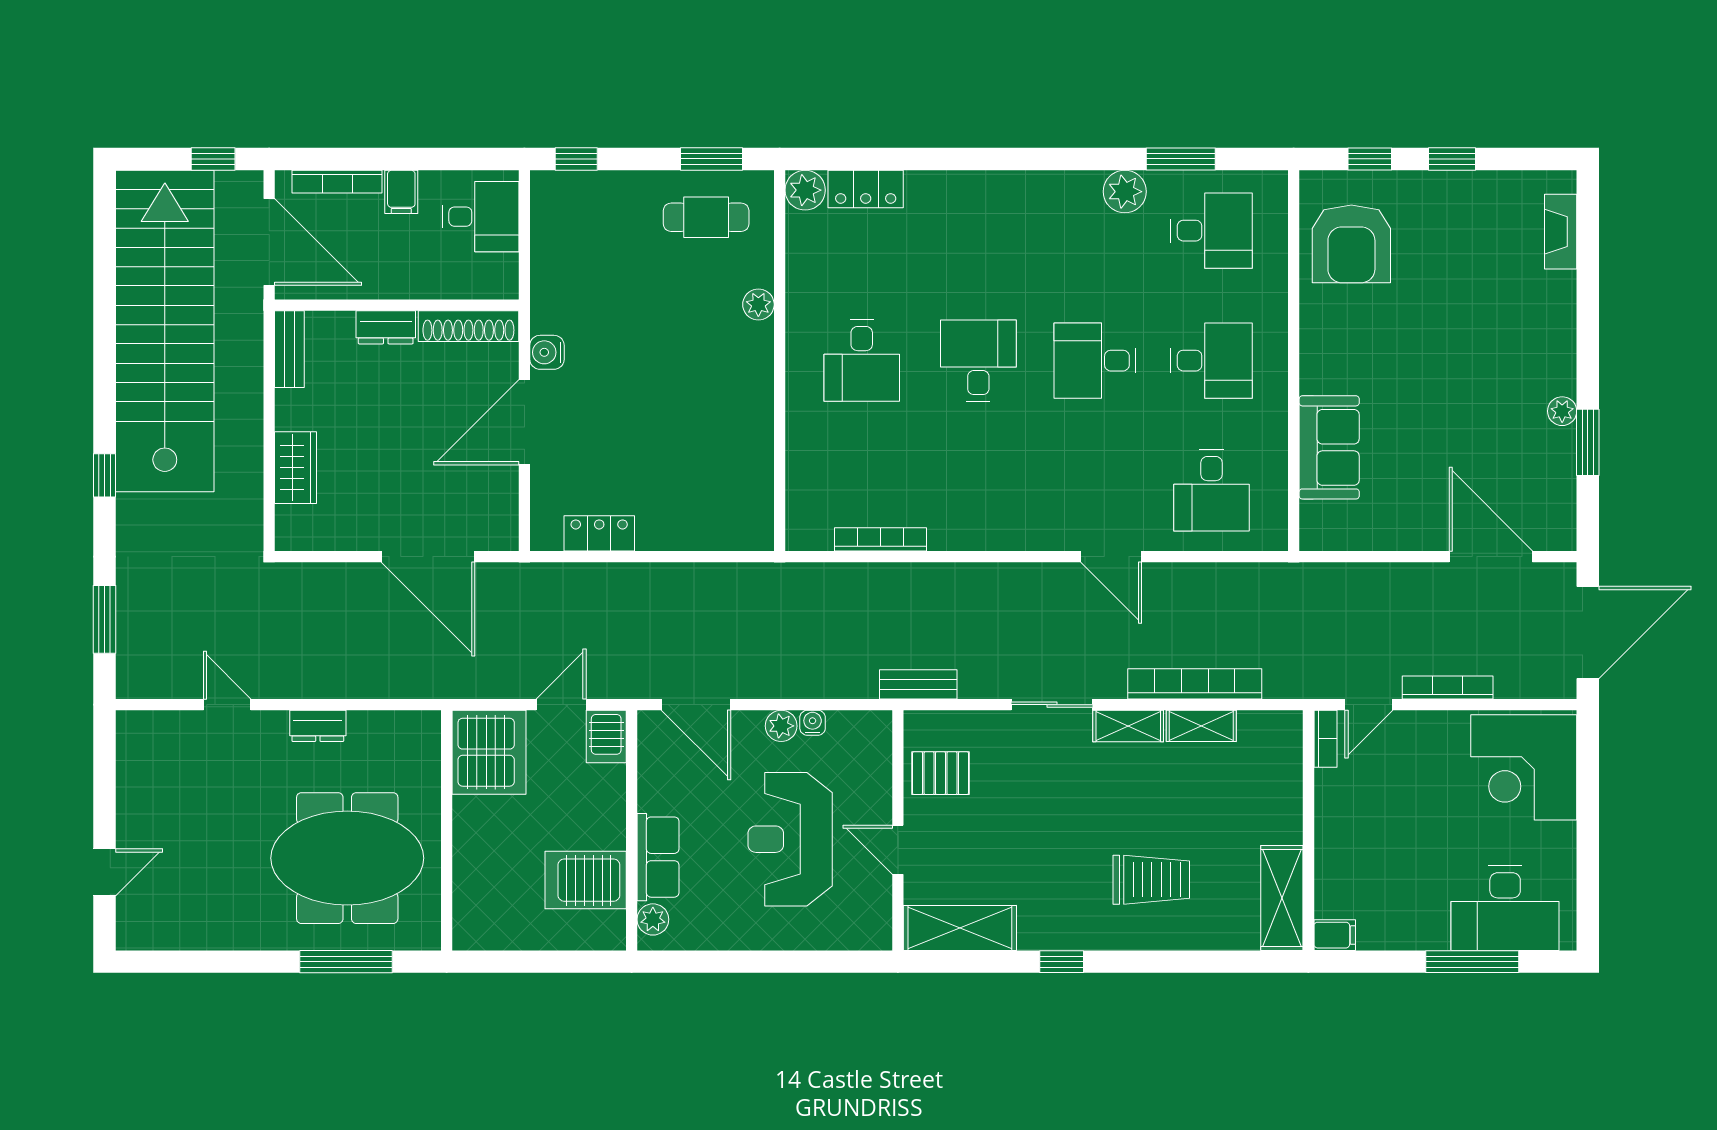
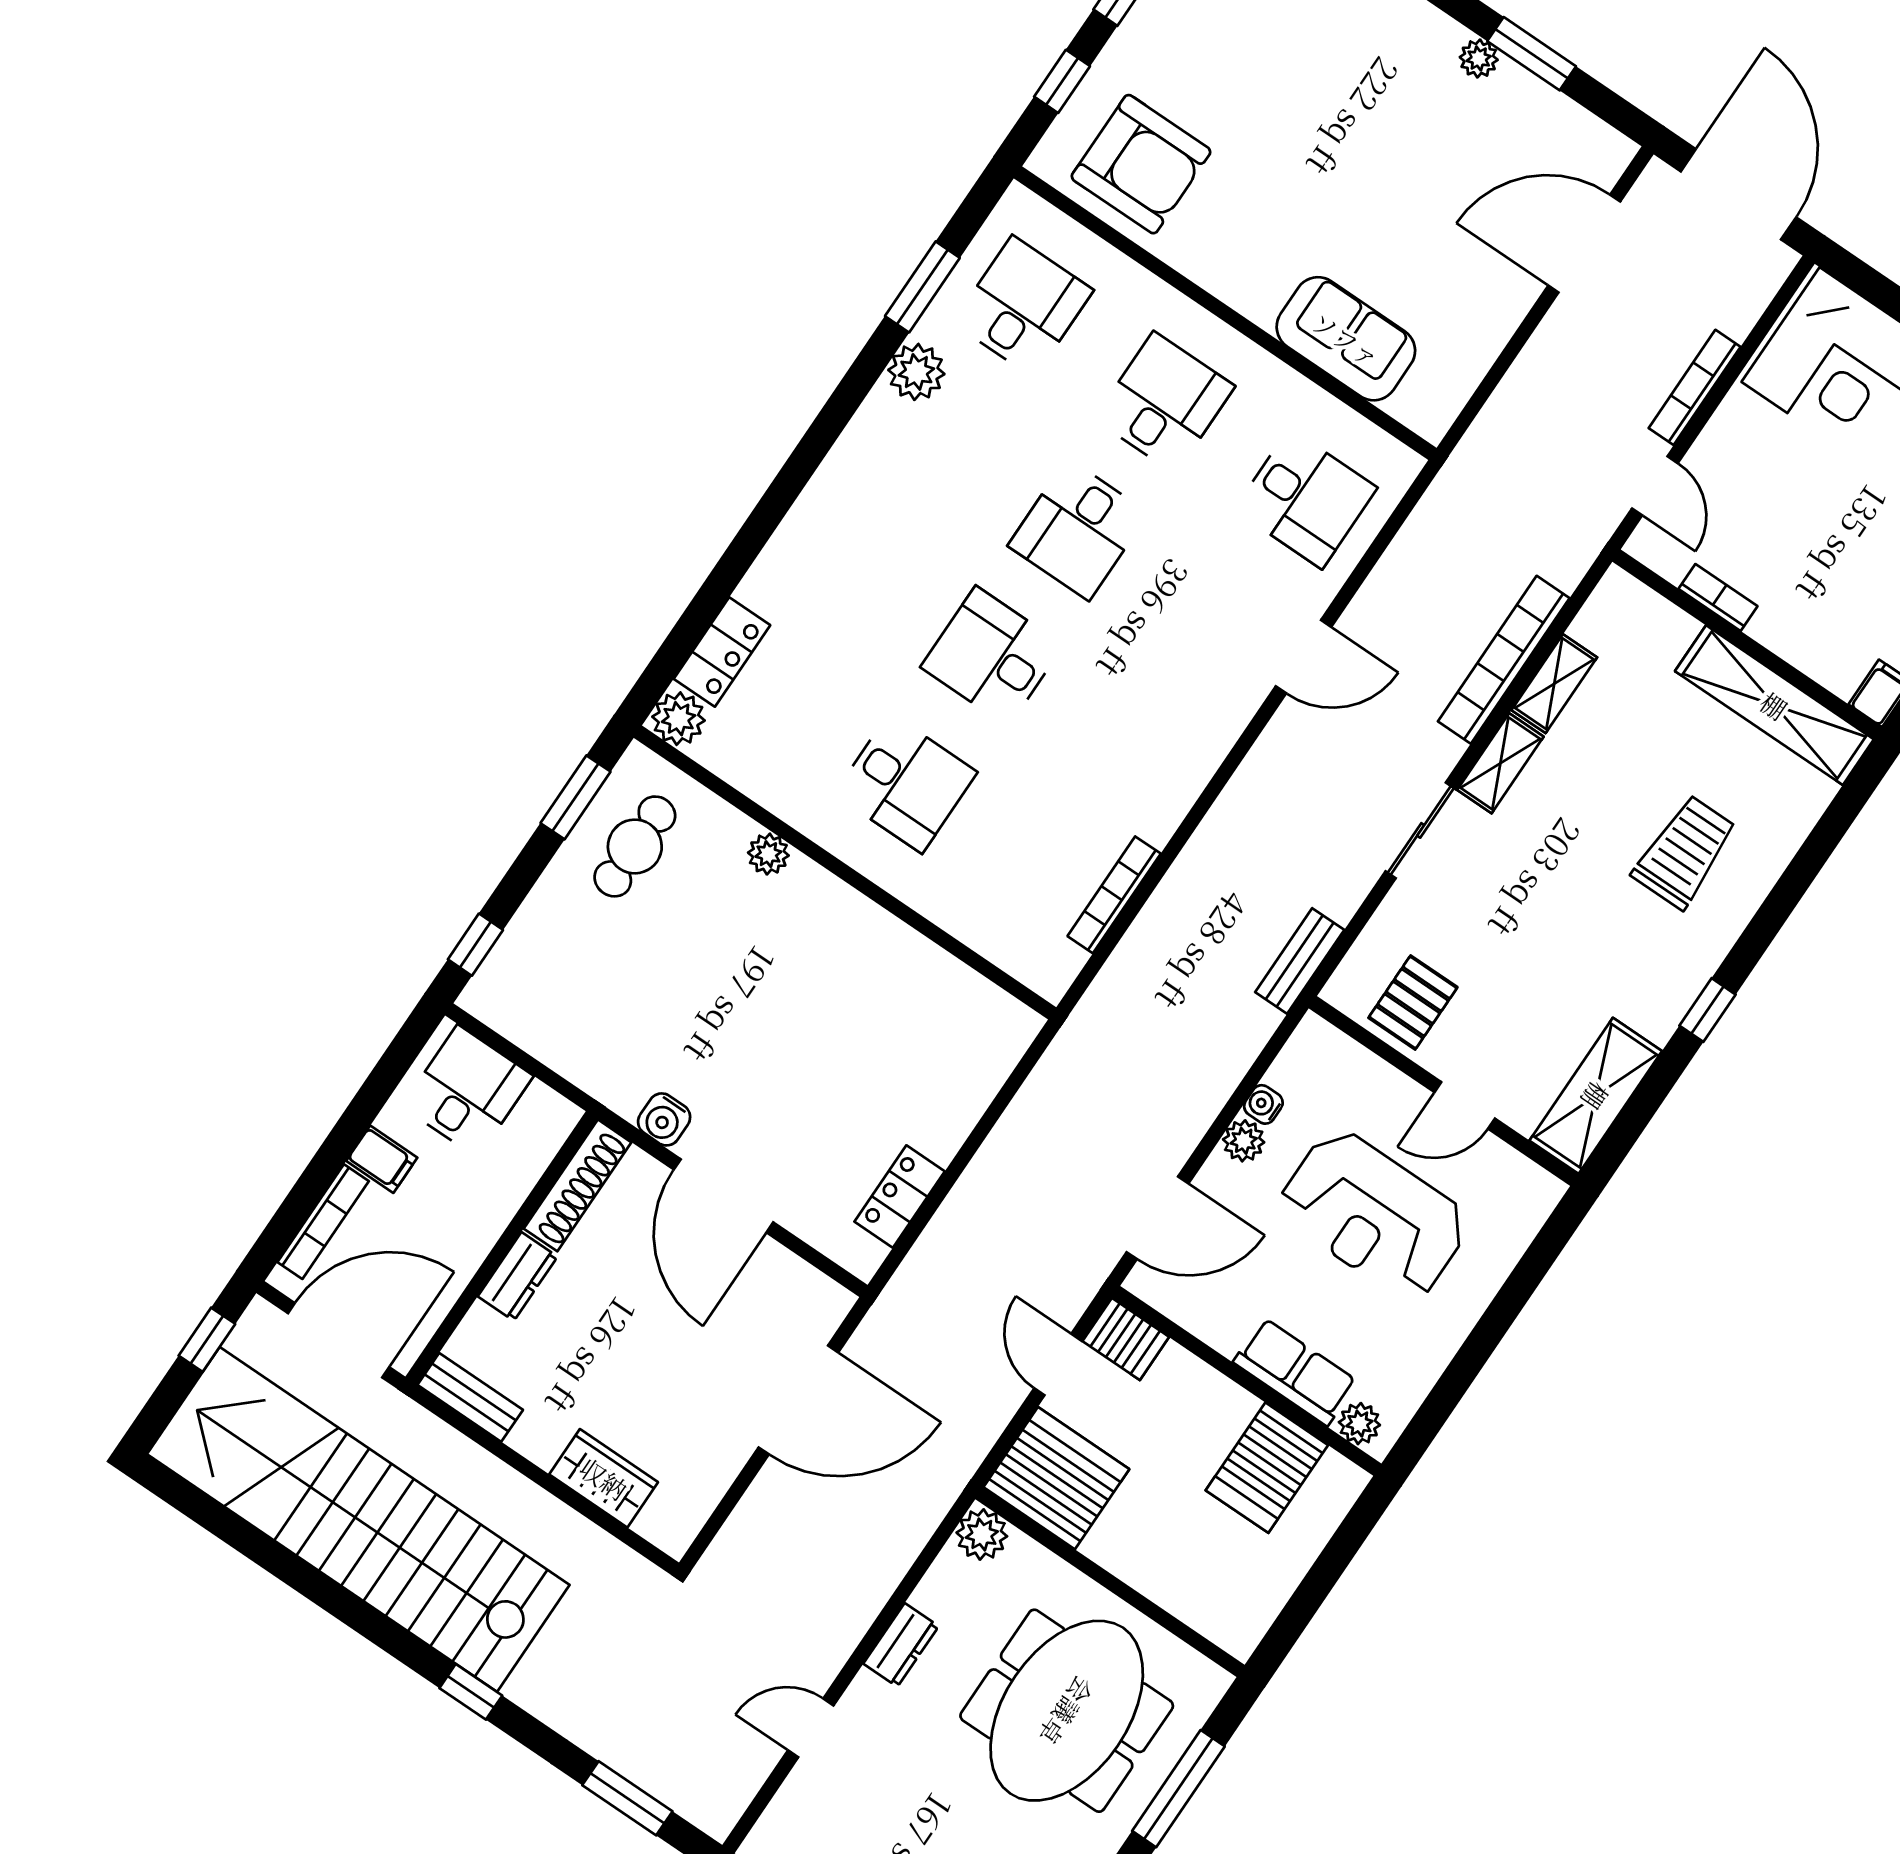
plant: (422, 729) -> (982, 1534), added
bookcase: (1325, 739) -> (1718, 598), moved
shelving: (1282, 898) -> (1774, 705), width x1.47

